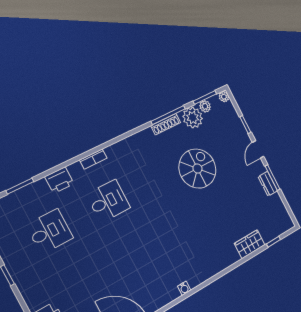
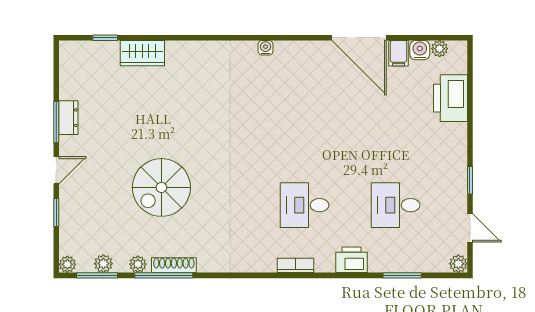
plant: (193, 118) -> (138, 264), width x0.53, depth x0.53

